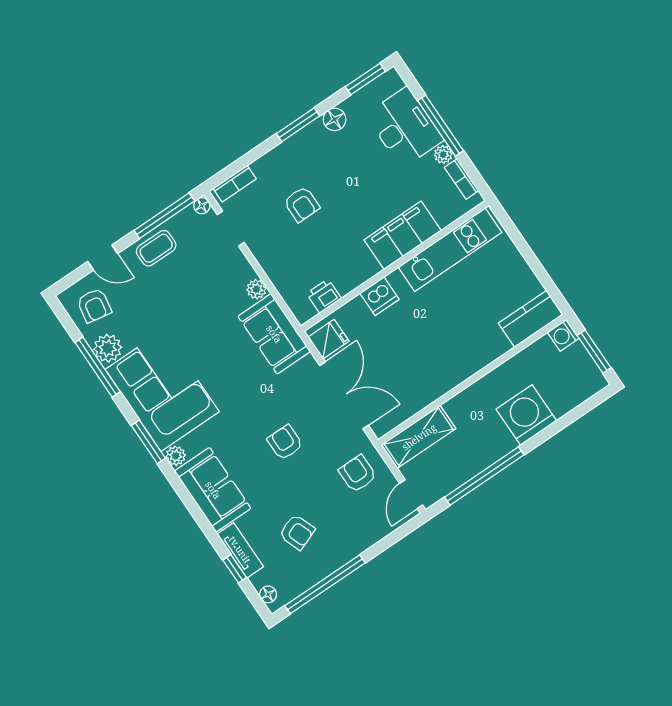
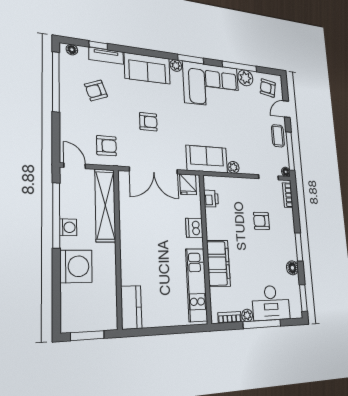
washing machine: (563, 335) -> (68, 227), moved, turned 90
shelving: (419, 437) -> (105, 205), width x1.47

